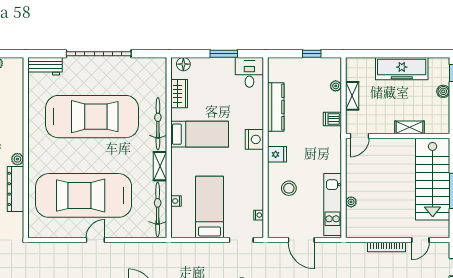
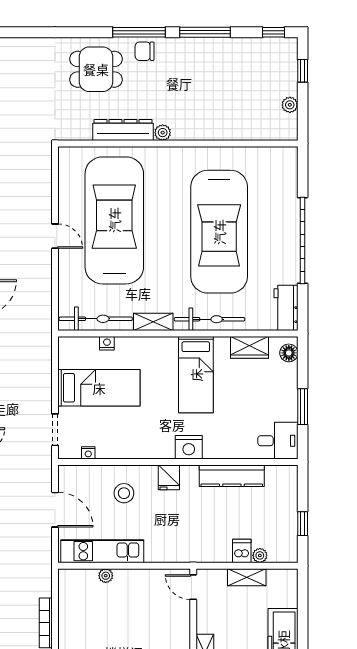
workbench: (45, 66) -> (286, 308), moved
dishwasher: (332, 119) -> (242, 551), moved
door: (301, 240) -> (55, 510), swing flipped

